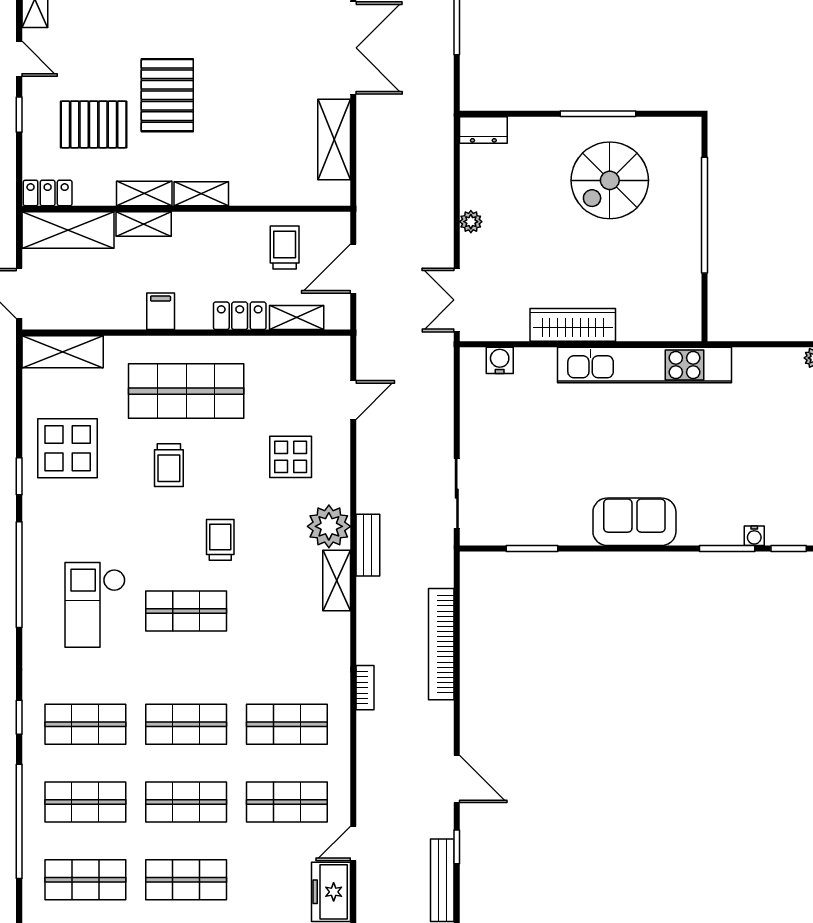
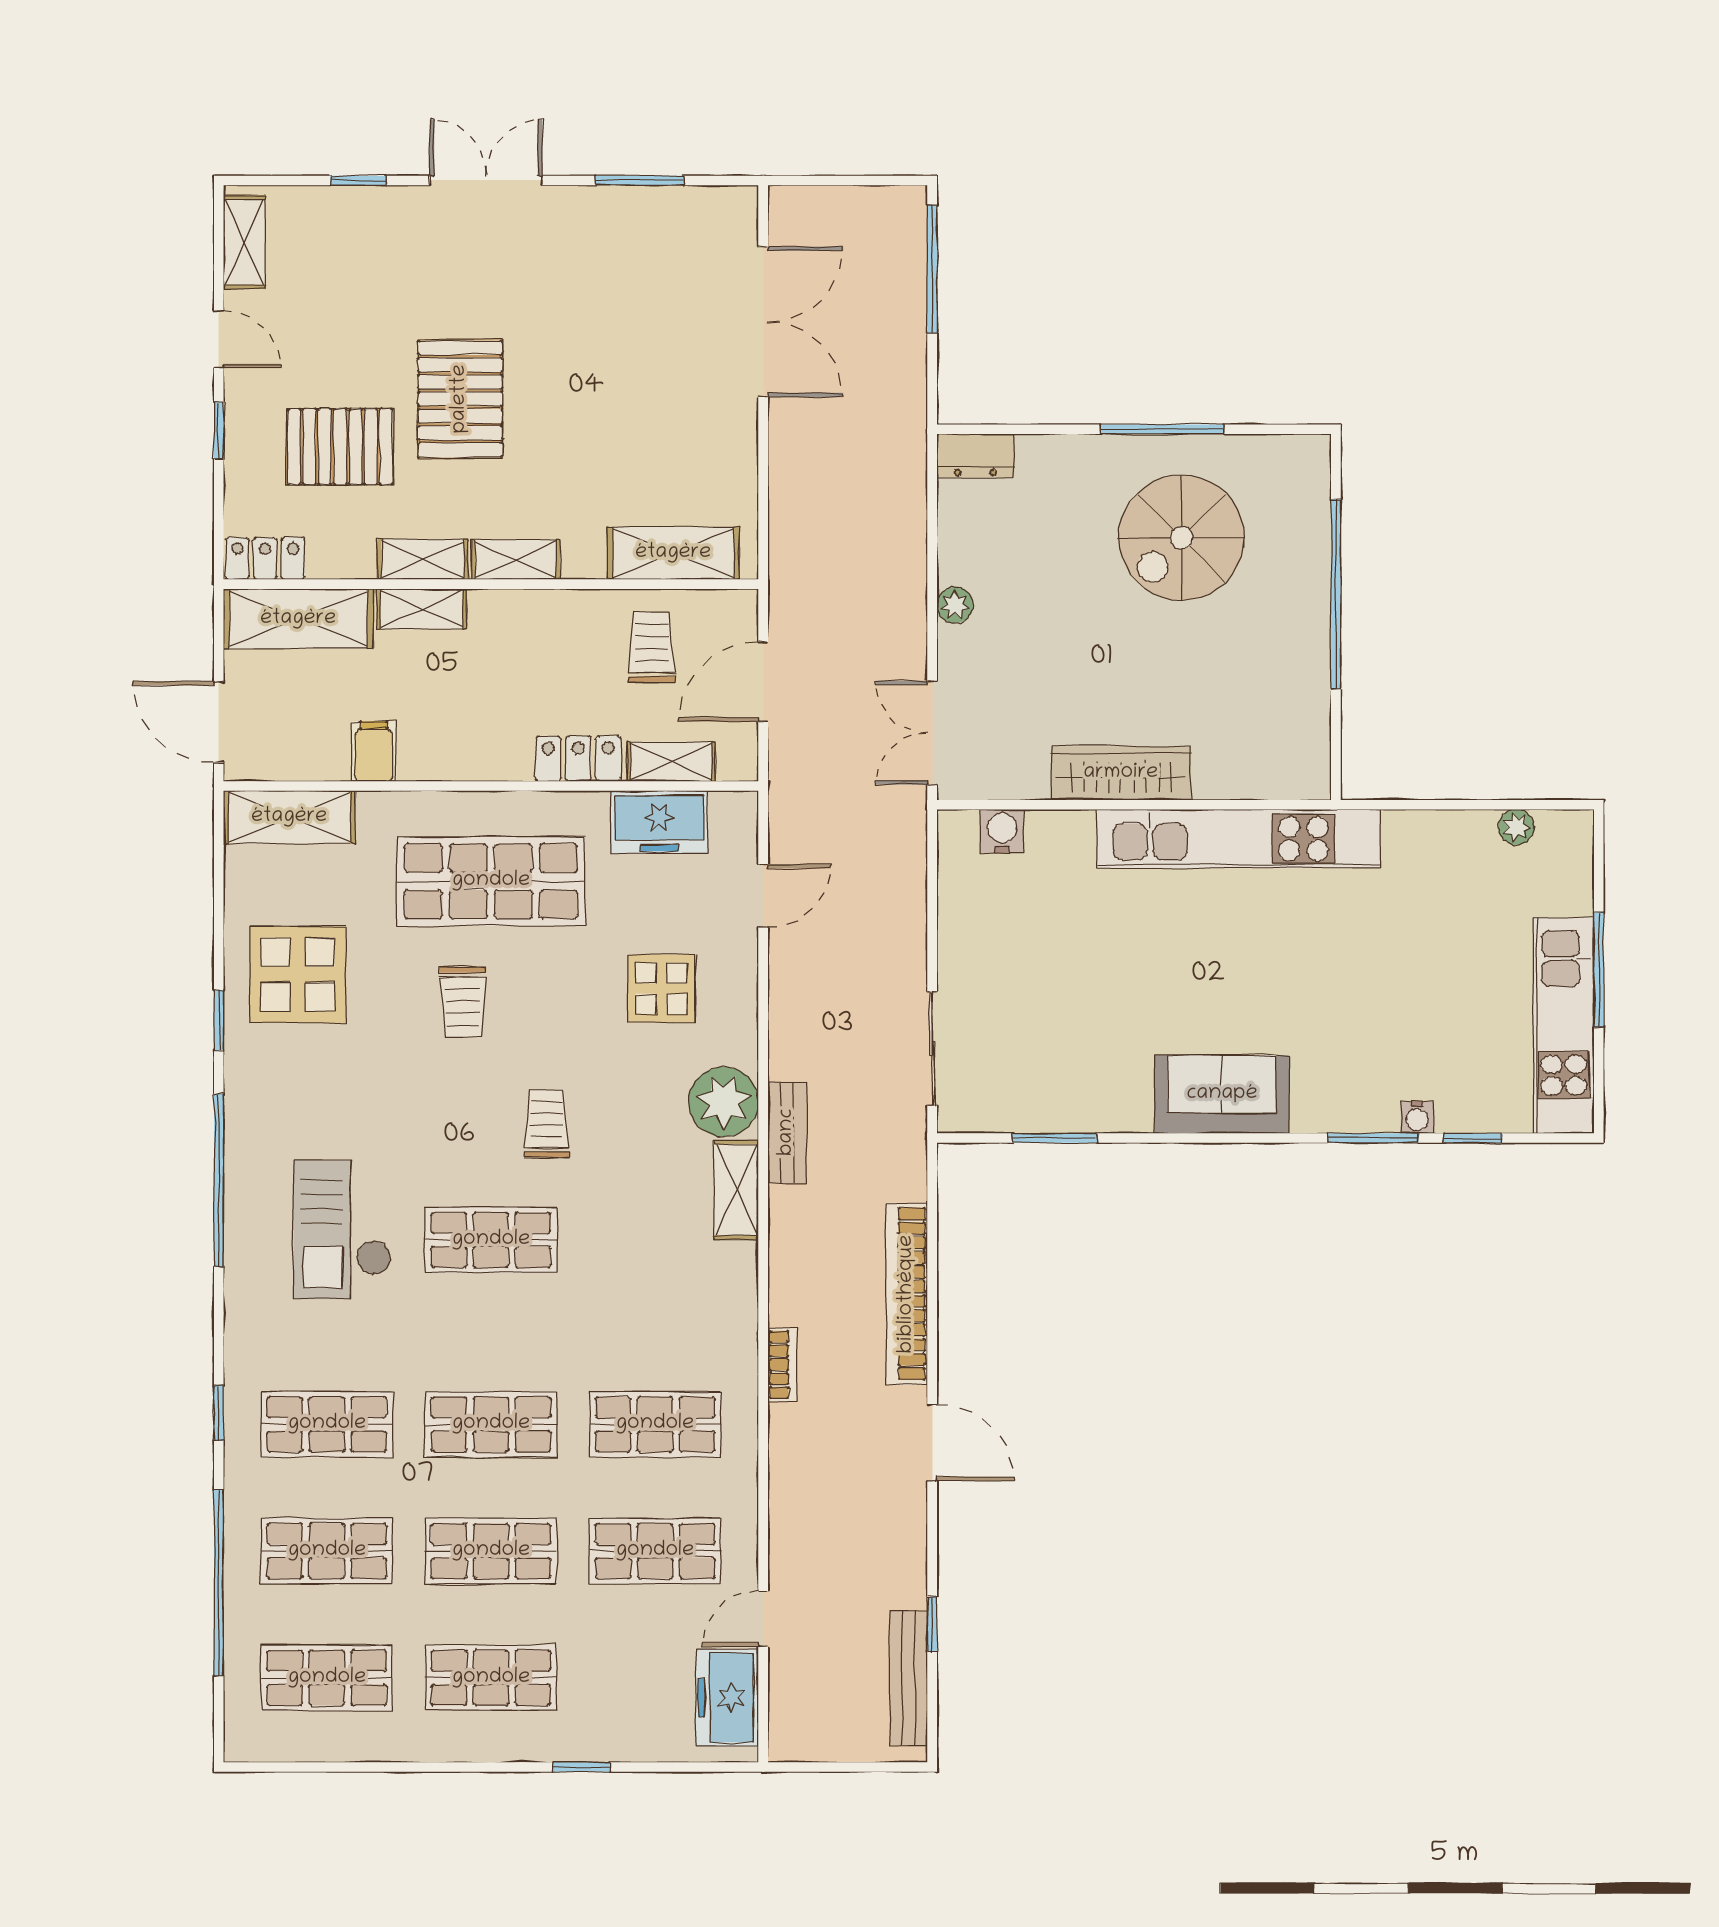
shelving: (334, 139) -> (673, 553), moved, turned 90
filing cabinet: (161, 311) -> (374, 751), moved
freezer: (289, 355) -> (659, 822), added
door: (457, 779) -> (932, 1442), moved

